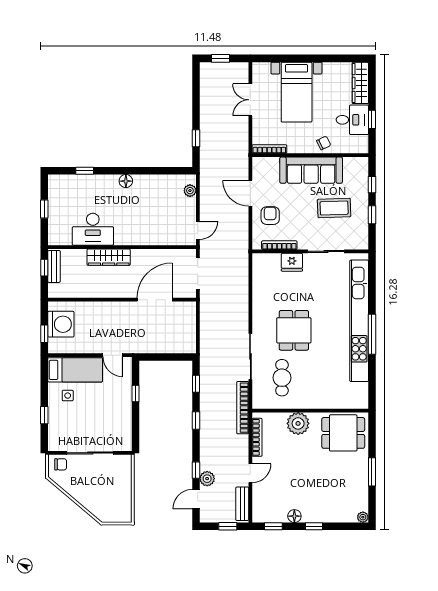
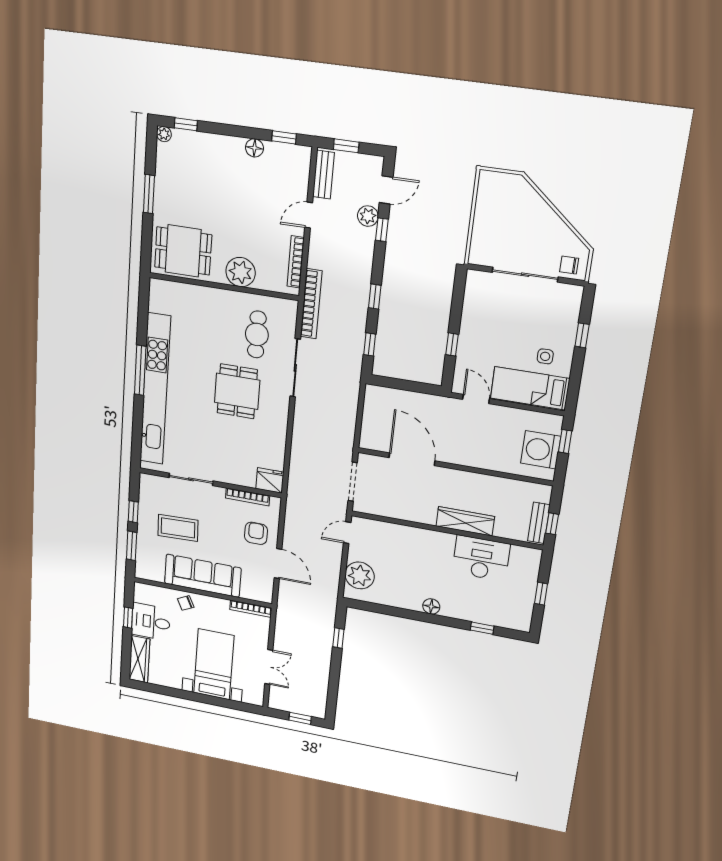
window: (372, 185) -> (132, 546), width x1.50
plant: (190, 191) -> (360, 575), width x1.87, depth x1.87
armchair: (270, 216) -> (256, 533), turned 180
fridge: (292, 262) -> (270, 480), moved
door: (155, 300) -> (412, 459), swing flipped
window: (314, 526) -> (186, 124), moved

